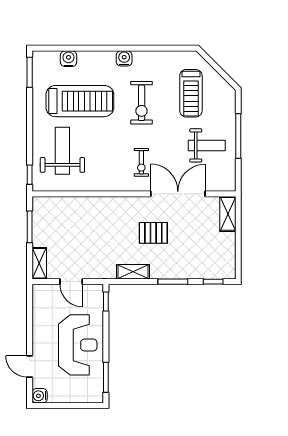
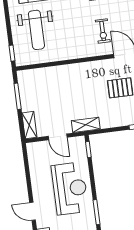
weight bench: (62, 151) -> (36, 30), turned 180
shelving: (133, 272) -> (86, 125), moved

